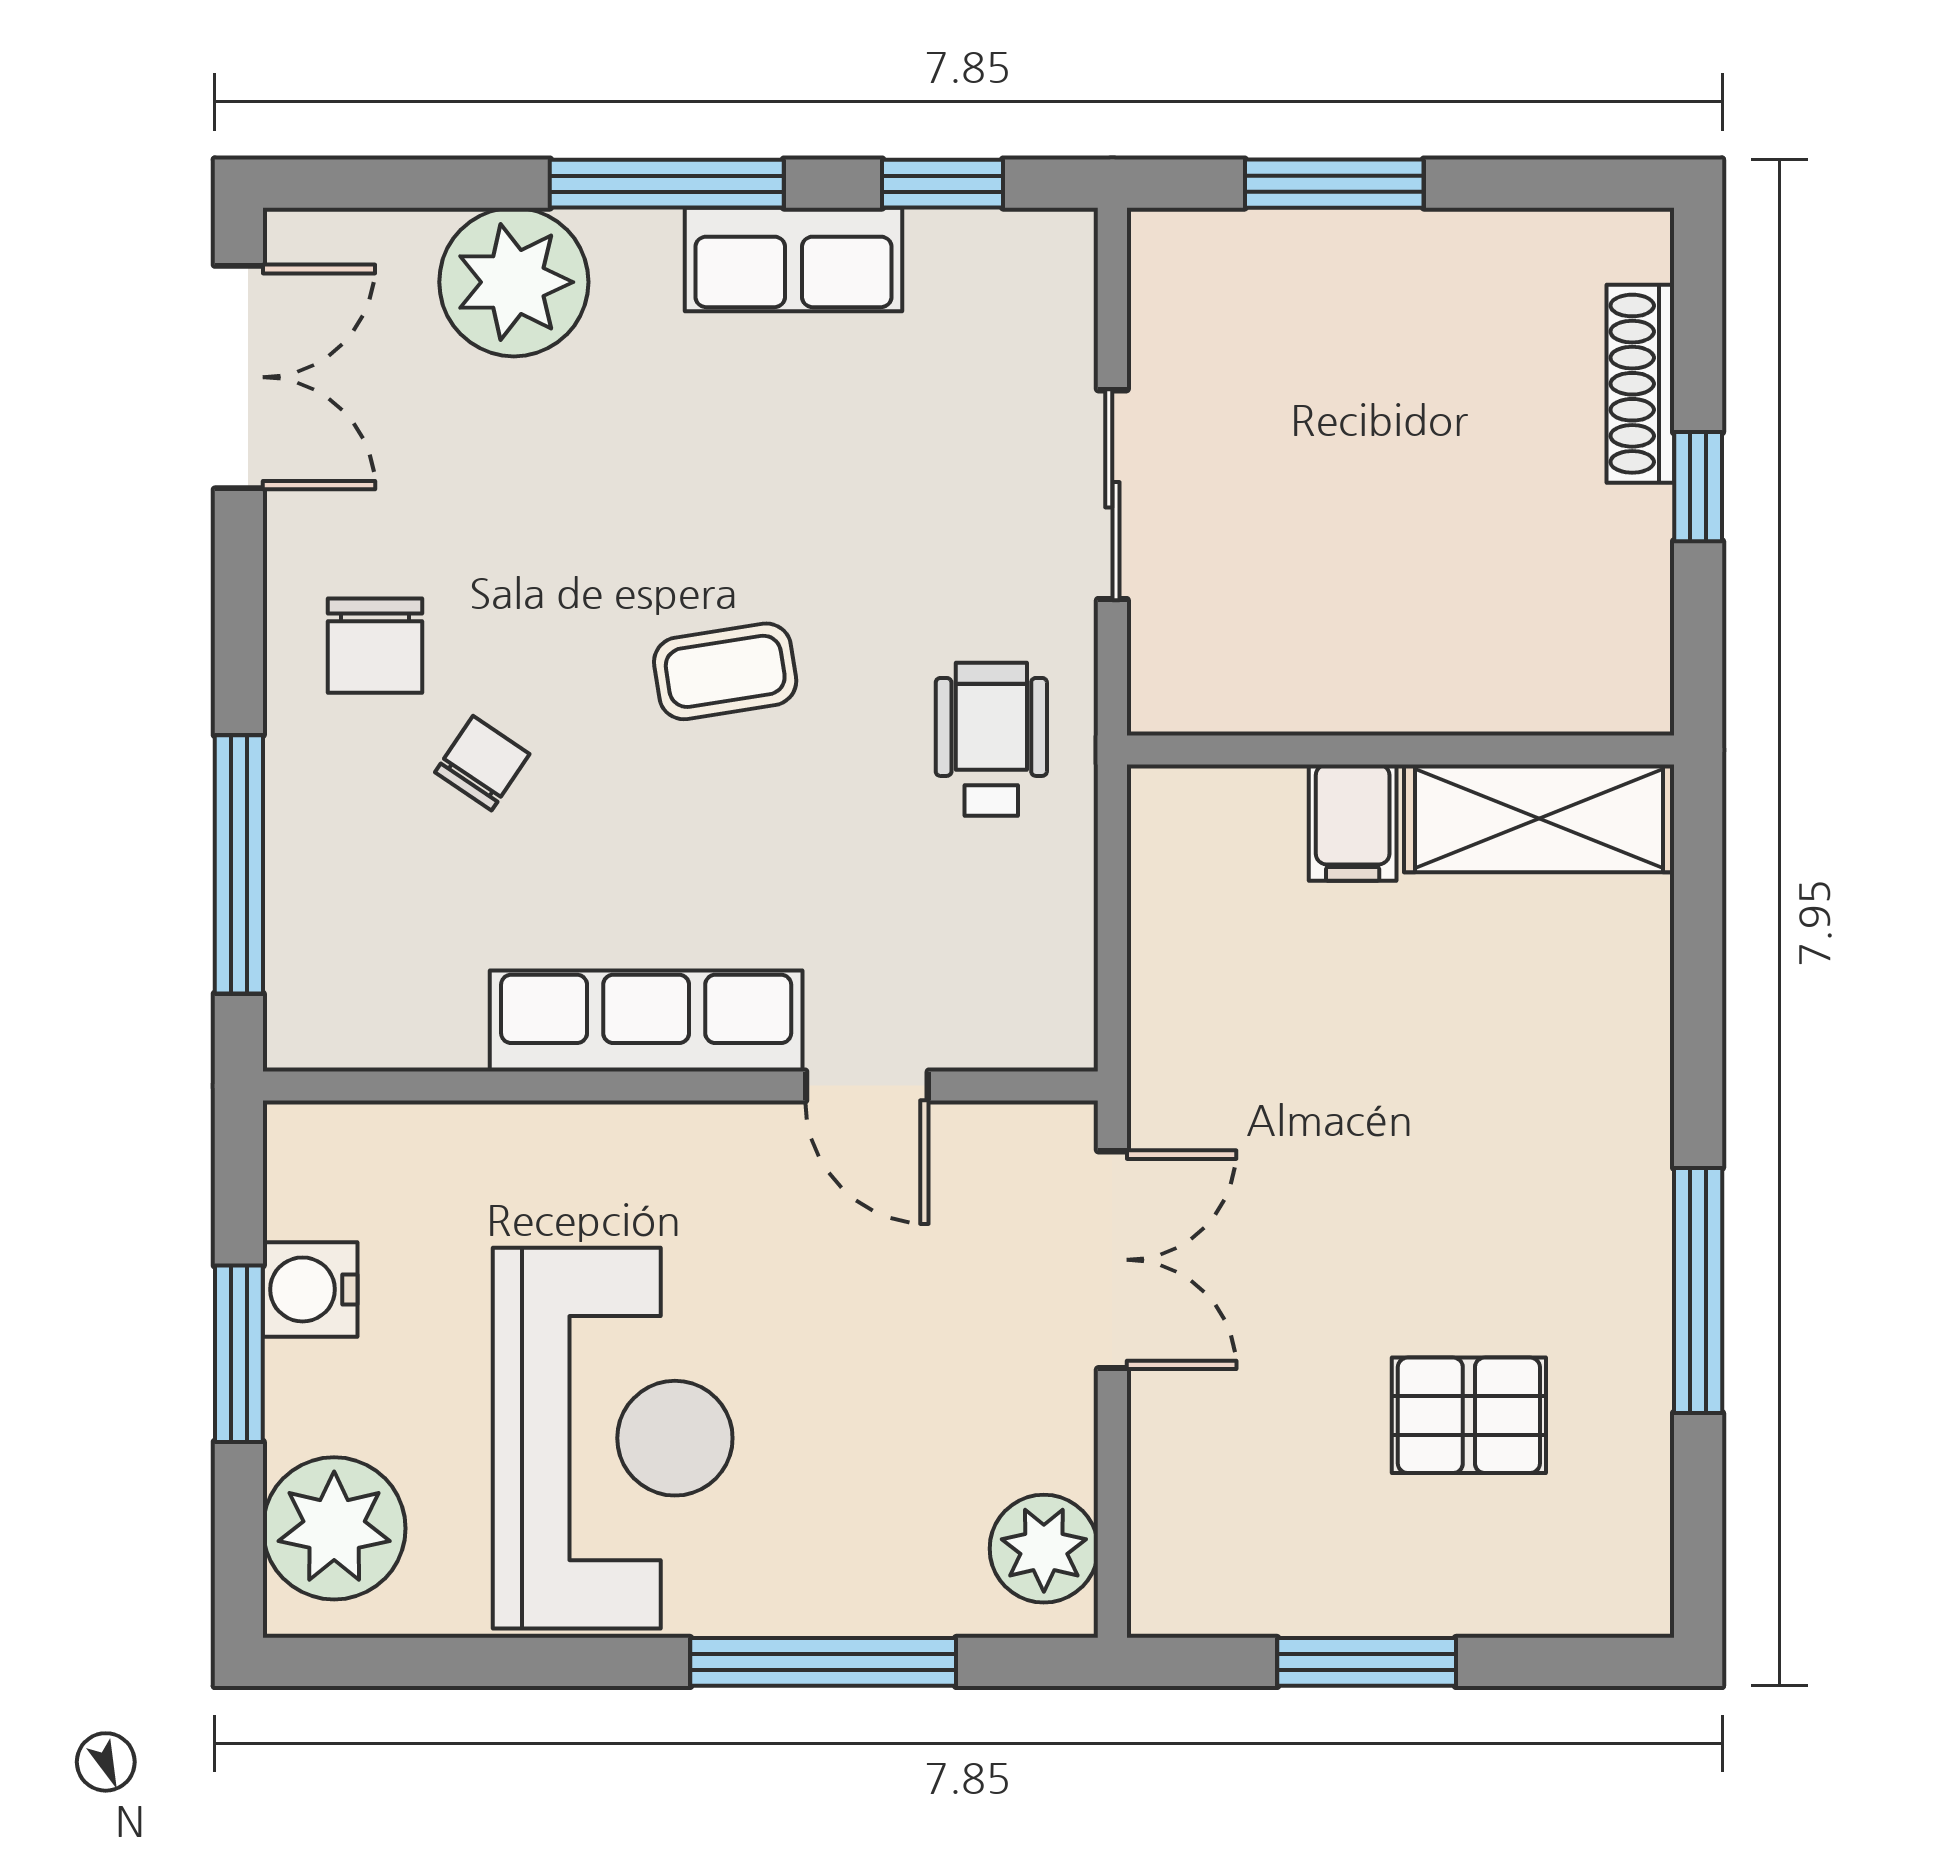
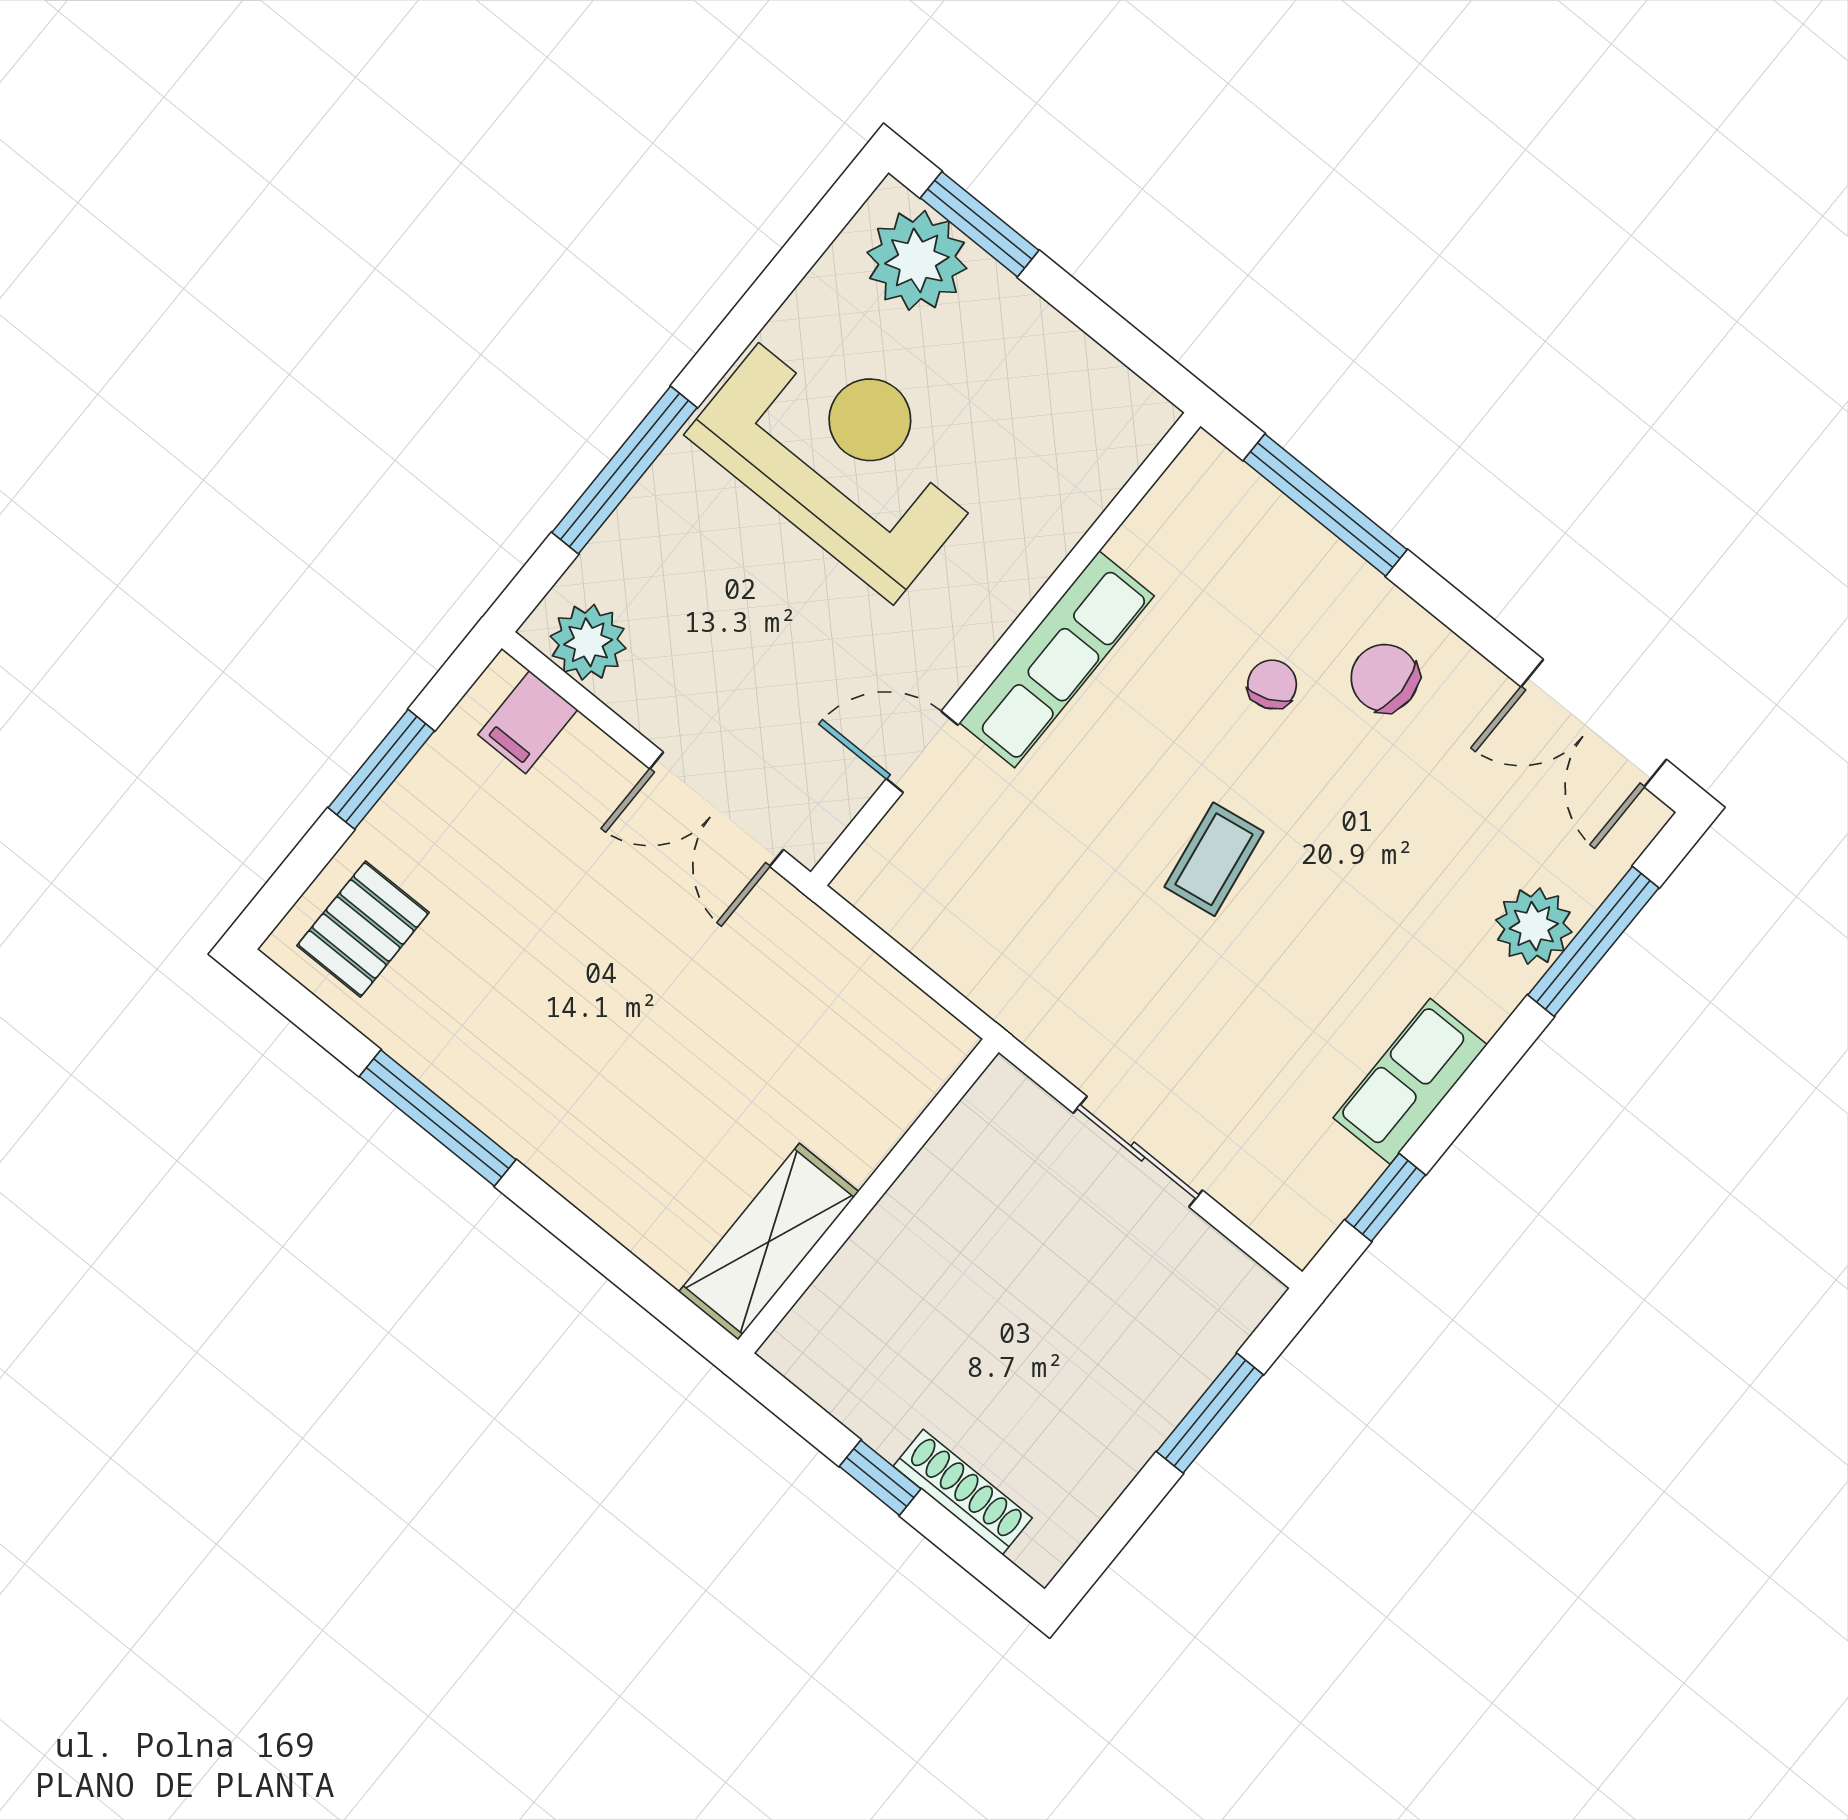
window: (667, 184) -> (1593, 941), moved
plant: (514, 282) -> (1534, 926), width x0.73, depth x0.73
wheelchair: (991, 739) -> (1057, 976), removed
chair: (482, 763) -> (1272, 684), turned -147
filing cabinet: (1353, 823) -> (528, 722), moved, turned -90
water cooler: (310, 1289) -> (1059, 354), removed
window: (239, 1354) -> (980, 224), moved
pallet: (1469, 1415) -> (363, 929), moved
reception desk: (613, 1438) -> (842, 454), turned 180

